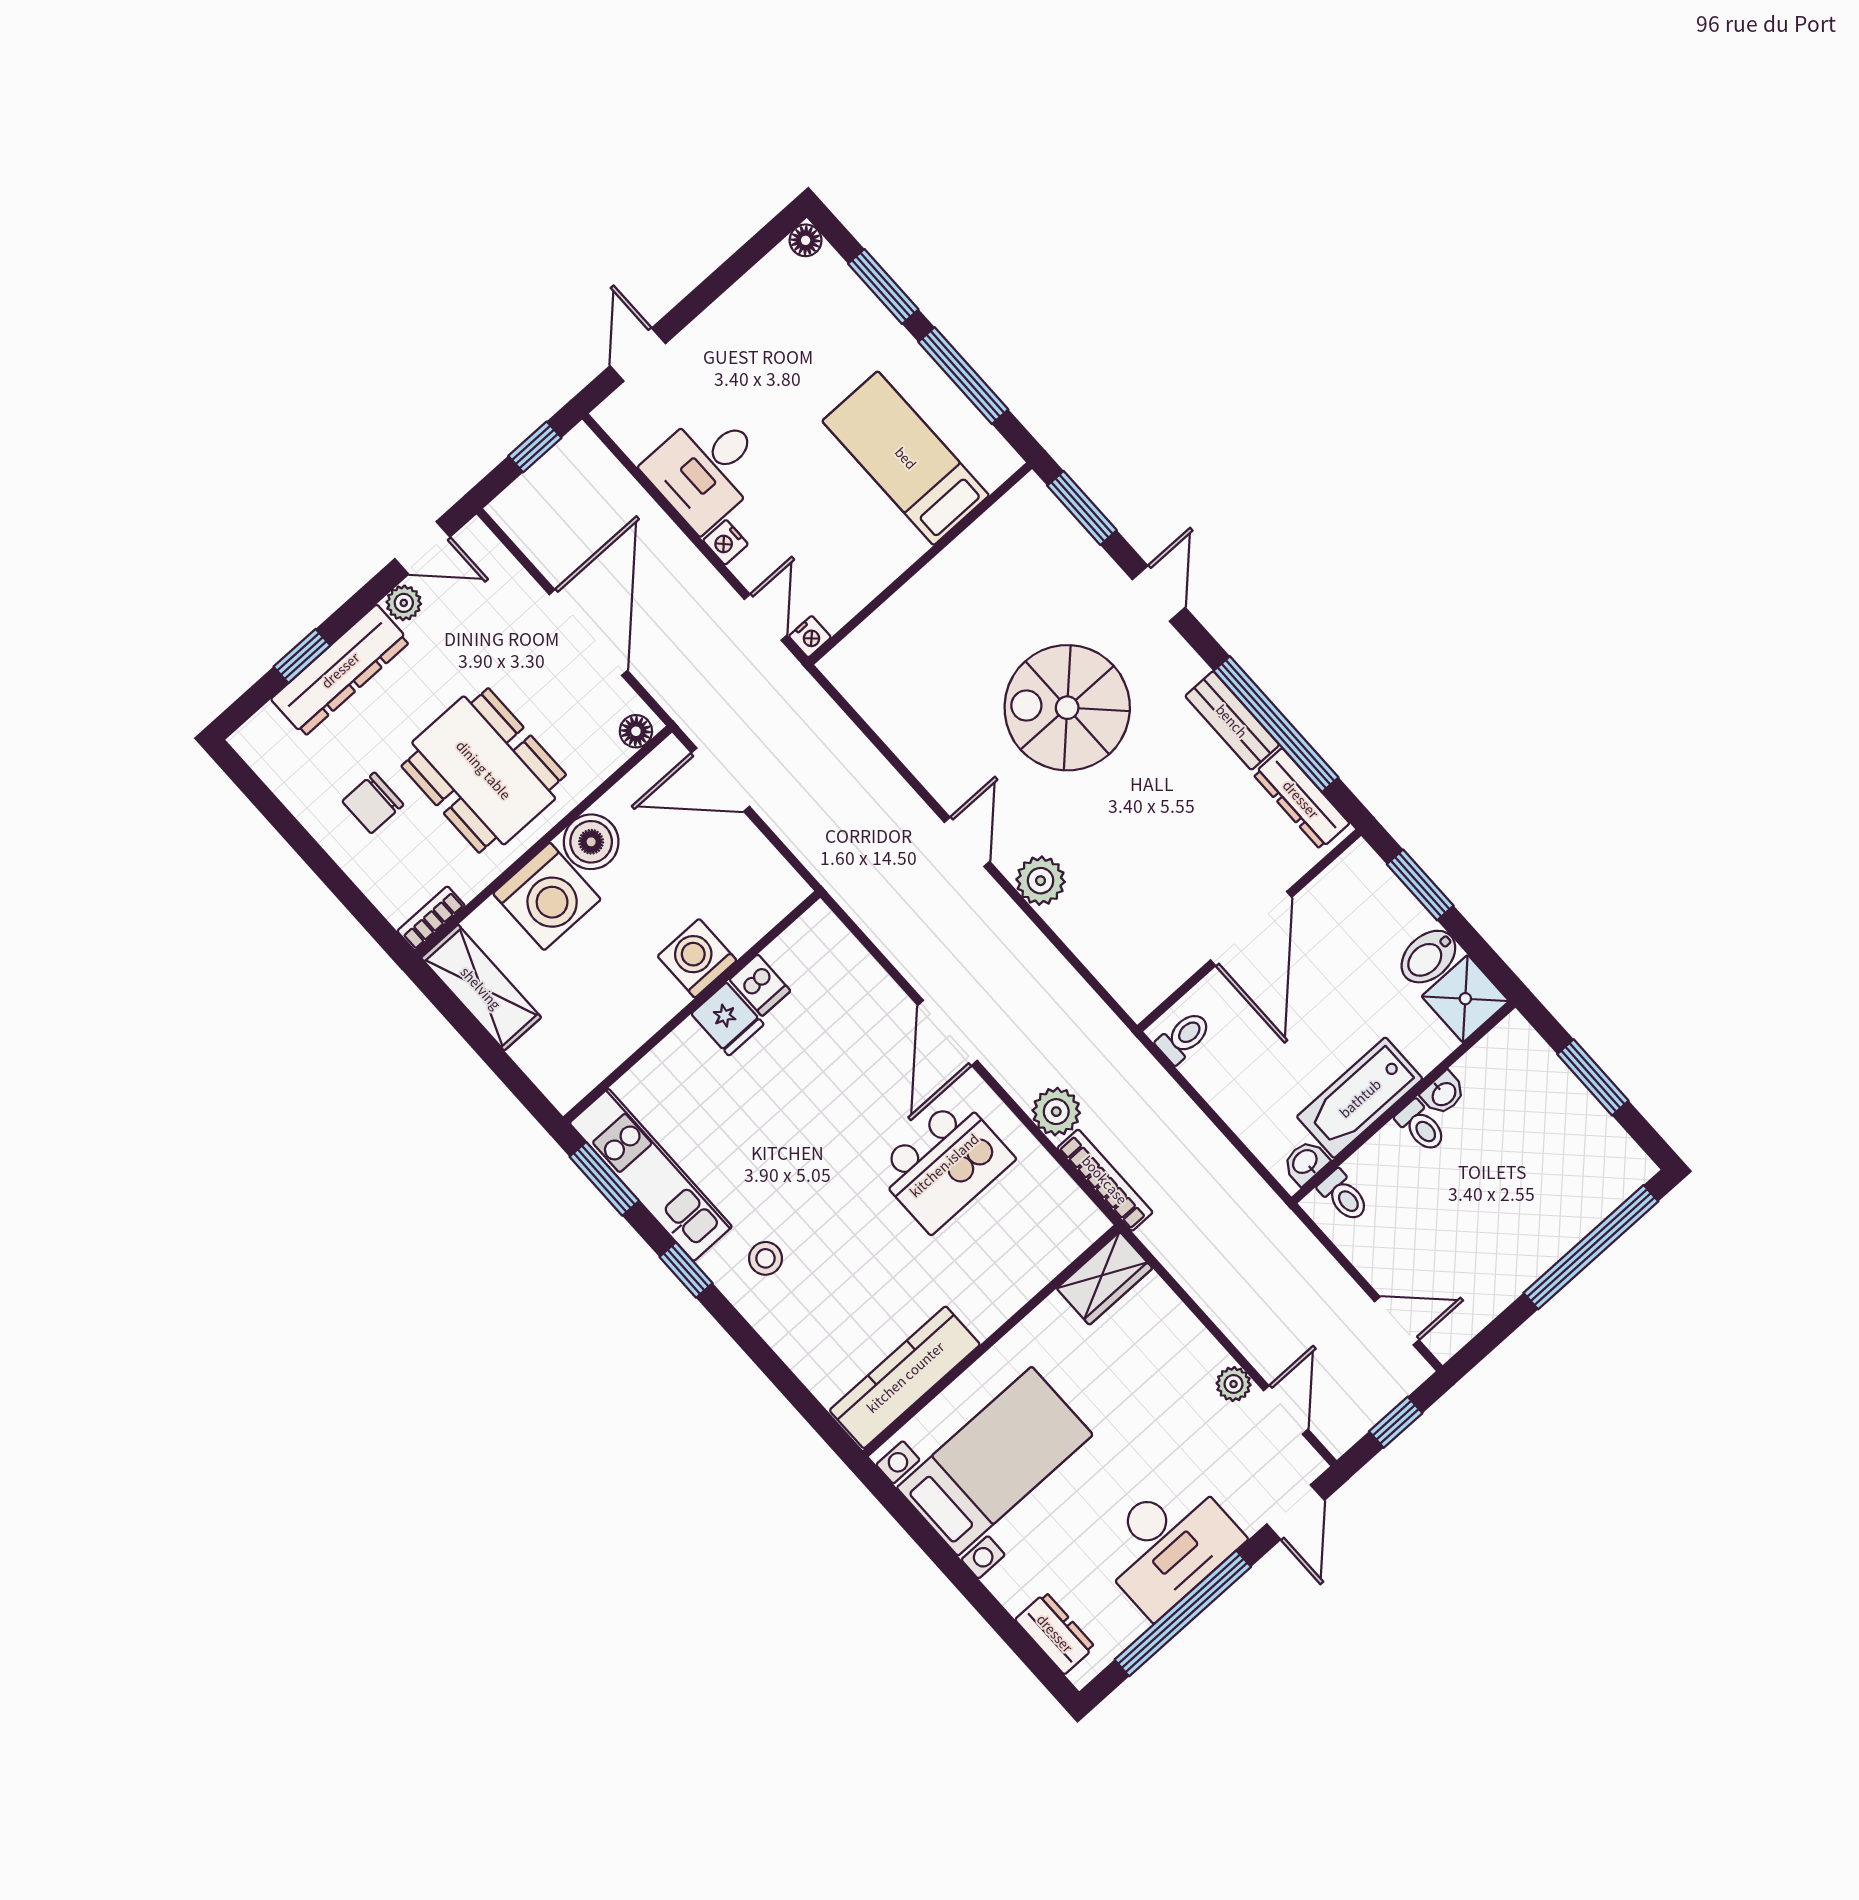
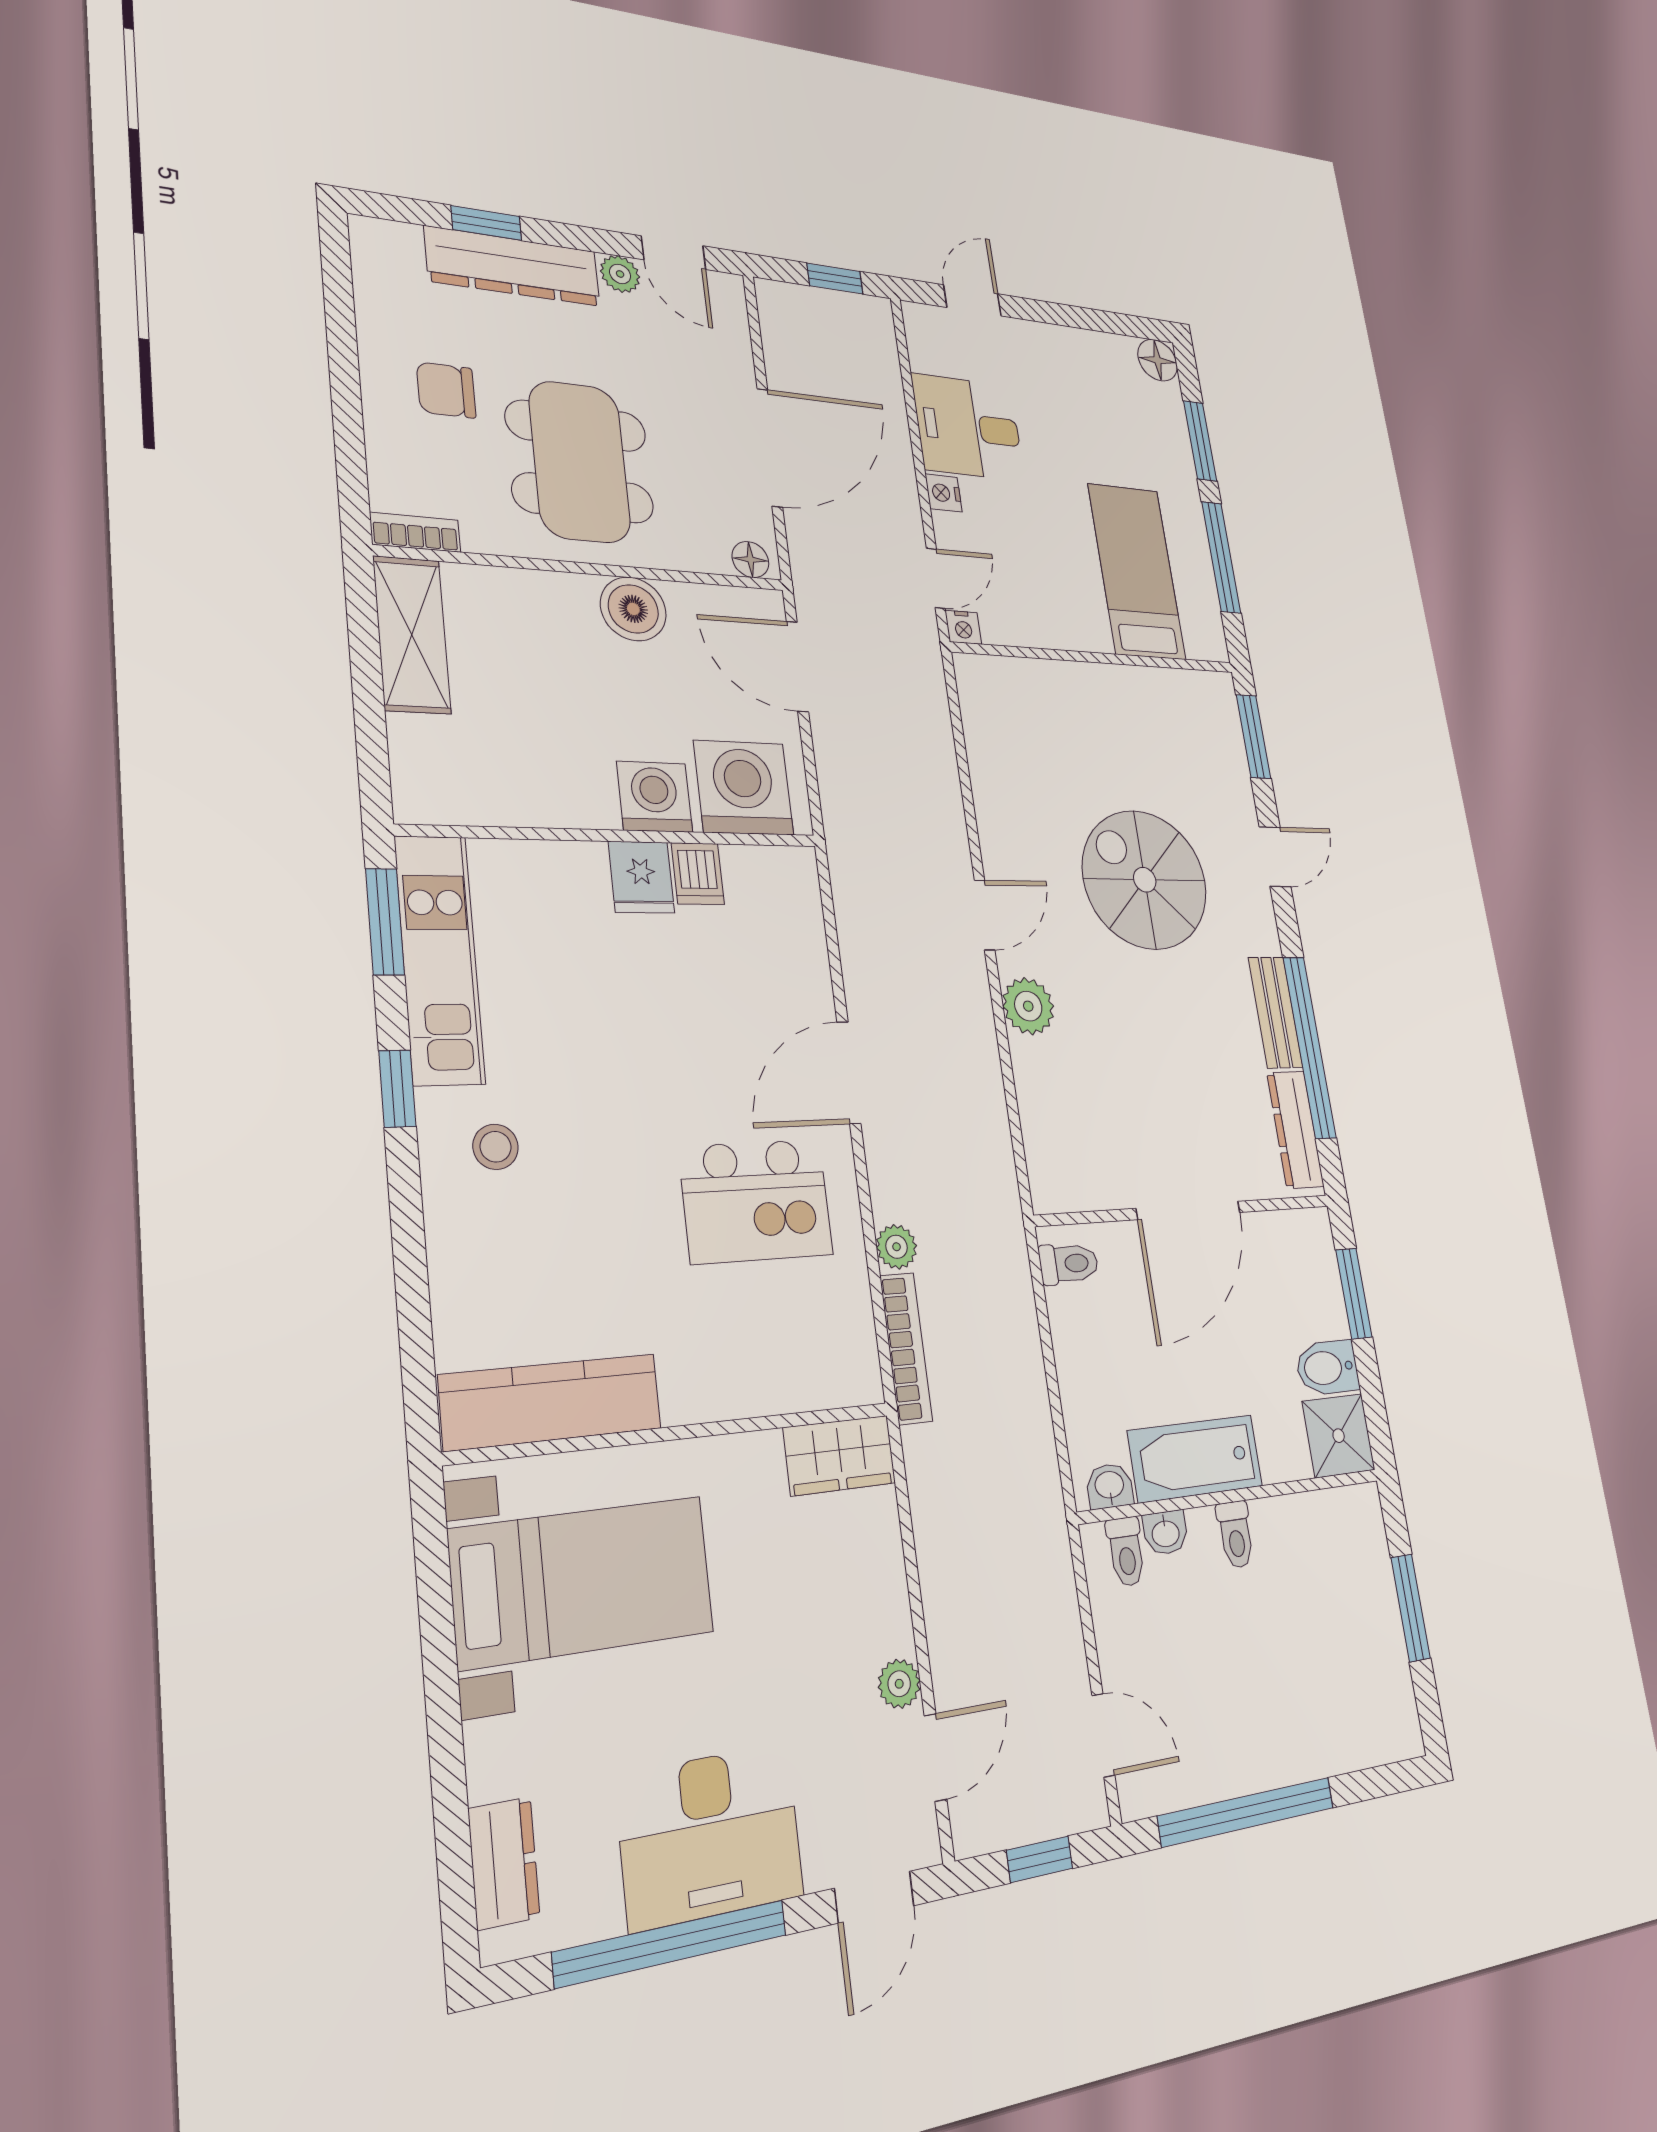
floor lamp: (806, 240) -> (1158, 360), width x1.37, depth x1.37
washing machine: (547, 896) -> (744, 788), moved, turned 180
washbasin: (1443, 1093) -> (1165, 1533), moved
plant: (1056, 1112) -> (897, 1247), width x0.73, depth x0.73
window: (1591, 1247) -> (1247, 1812), moved

